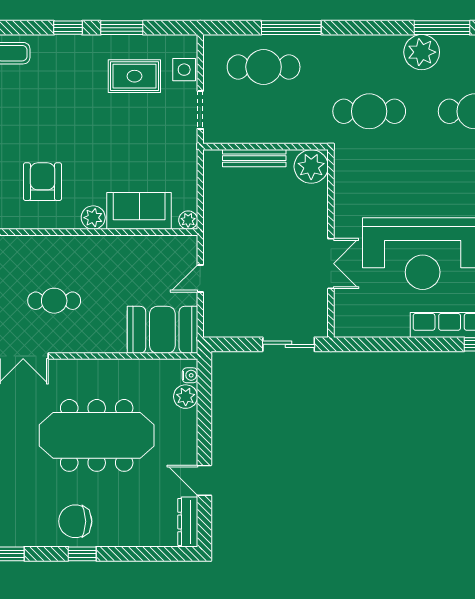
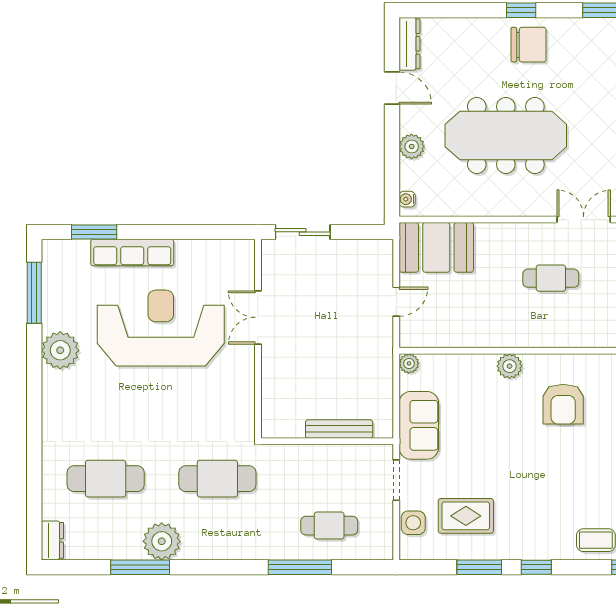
cafe table: (264, 67) -> (329, 526), width x0.73, depth x0.74
plant: (311, 167) -> (279, 420), removed
sofa: (139, 211) -> (419, 425), moved, turned -90
plant: (186, 397) -> (412, 147), moved

